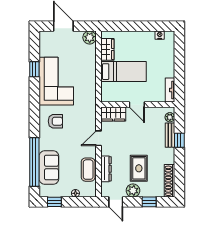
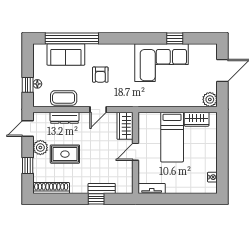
plant: (170, 117) -> (122, 188), removed
armchair: (55, 121) -> (100, 75), moved
door: (99, 138) -> (98, 109), swing flipped
window: (54, 202) -> (28, 85), moved

